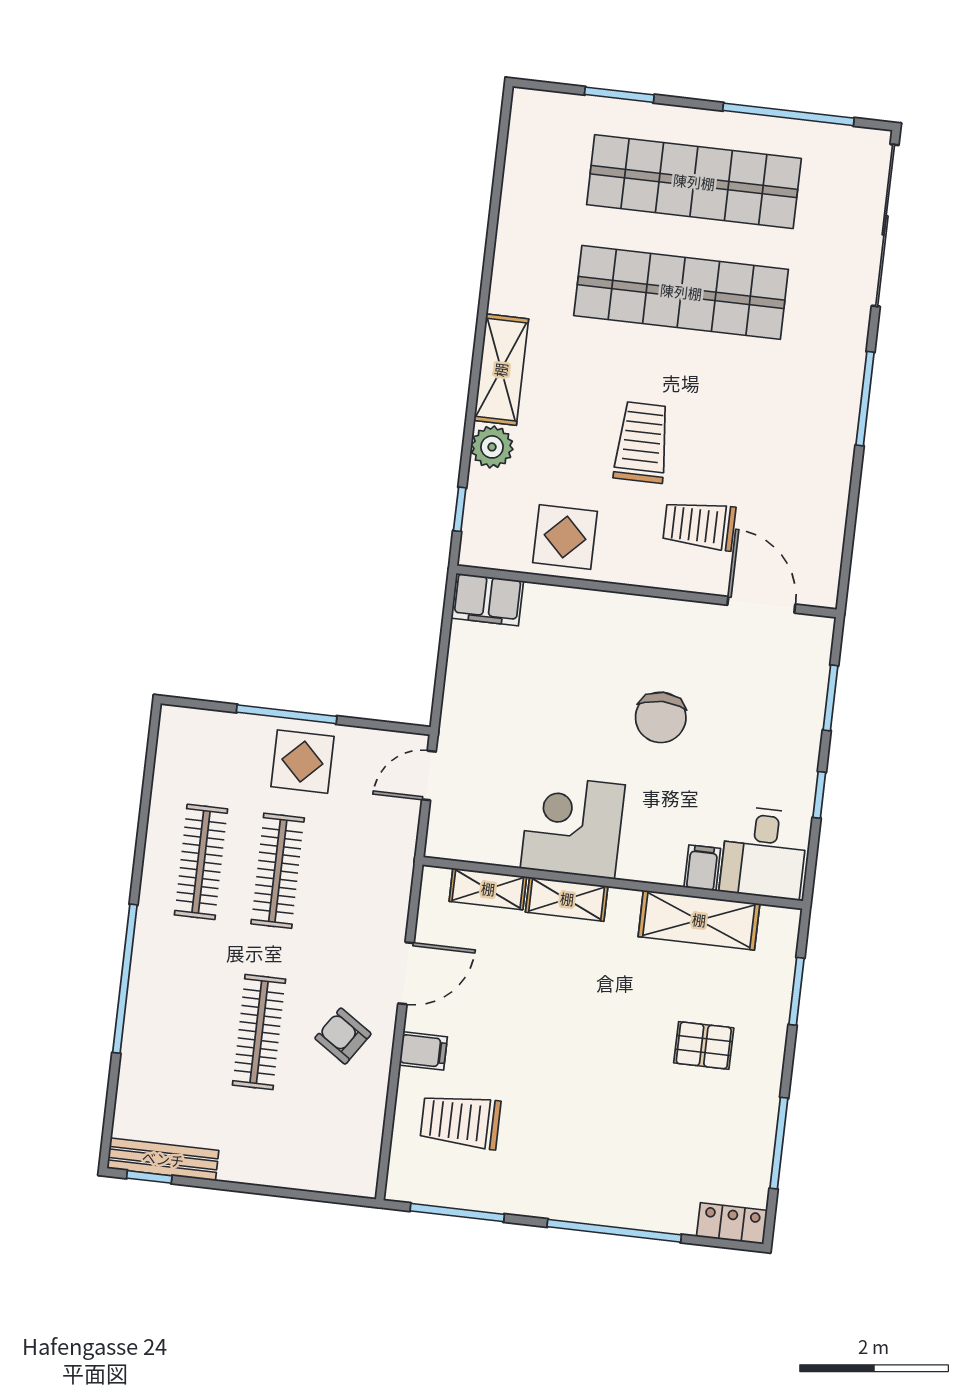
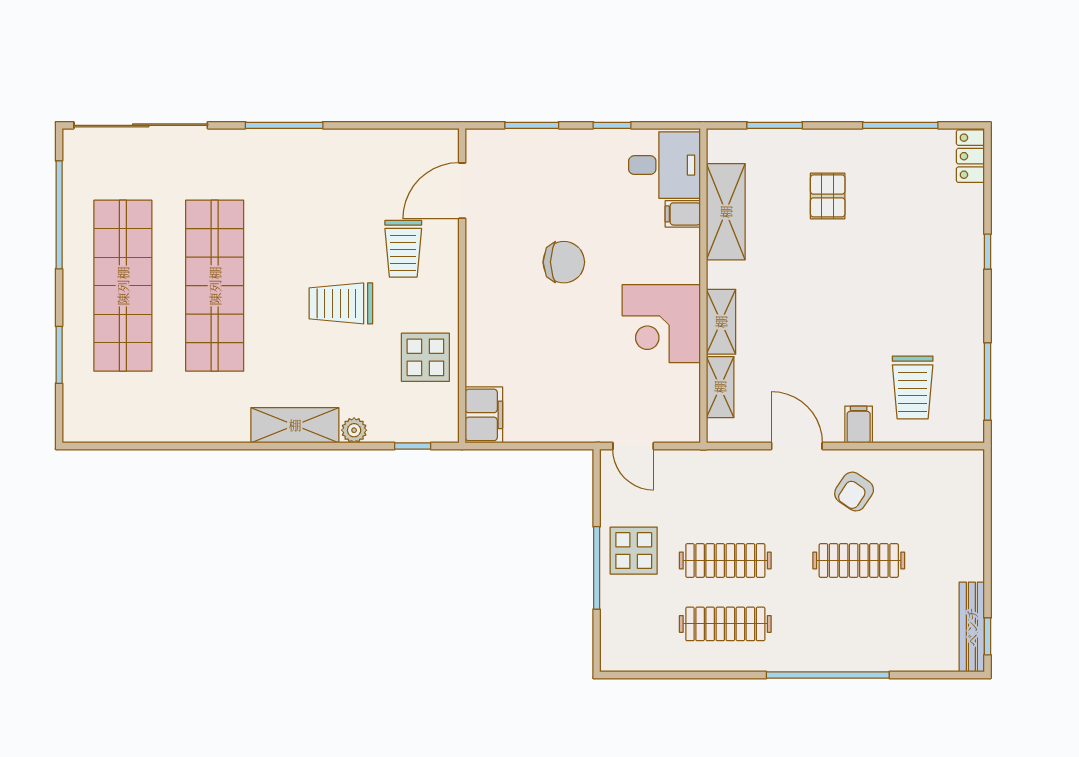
plant: (492, 447) -> (354, 430), width x0.73, depth x0.73
window: (614, 1231) -> (987, 252), width x0.32

